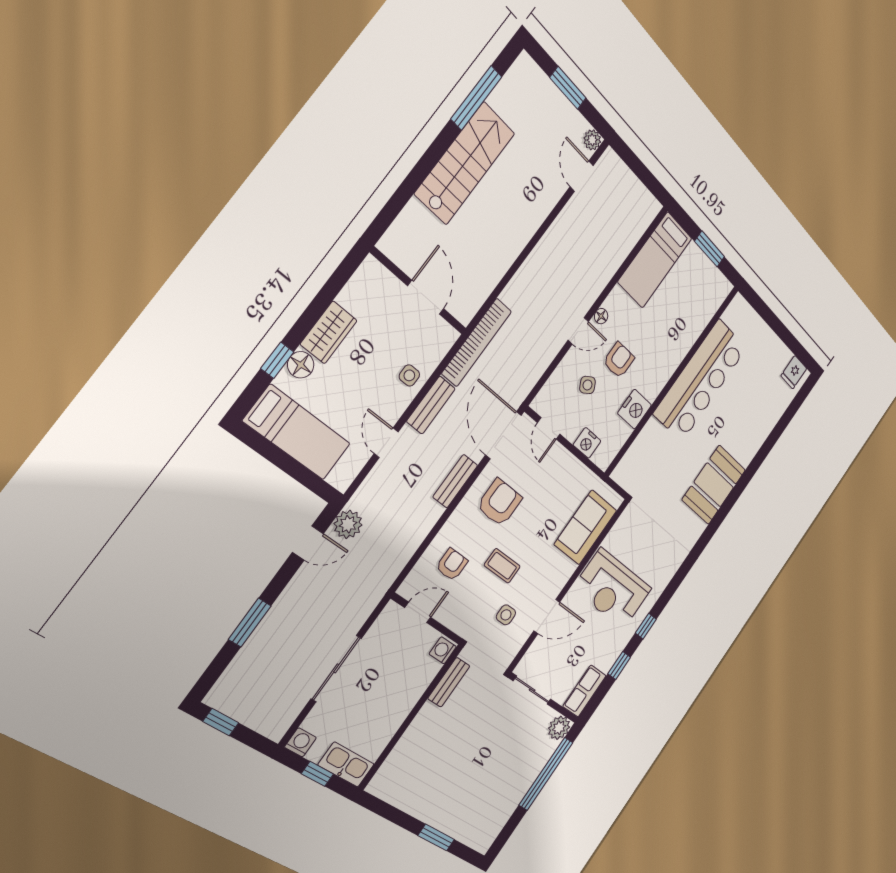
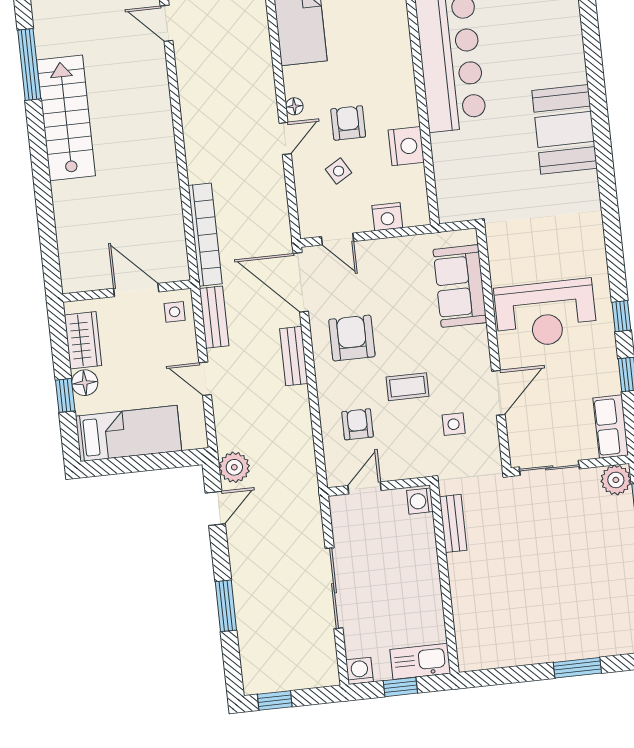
wall: (419, 291) -> (127, 291), moved
door: (426, 297) -> (136, 290), moved

